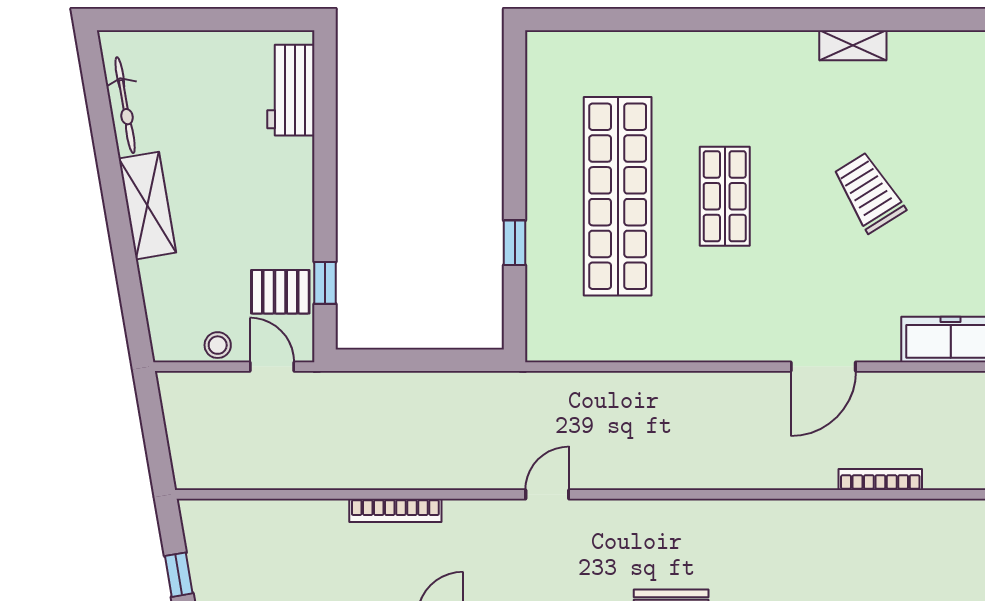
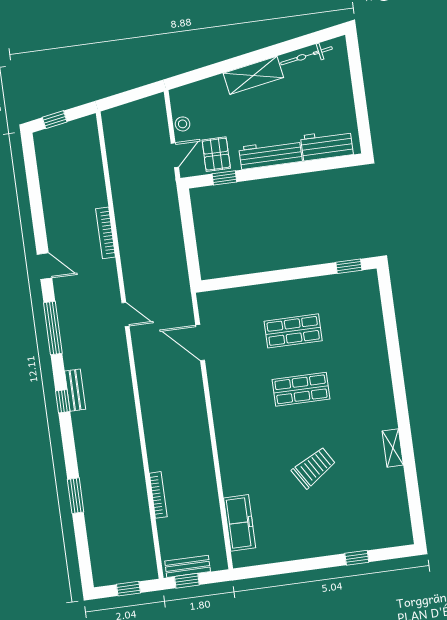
workbench: (294, 194) -> (270, 154), added
shop shelf: (618, 196) -> (293, 331), width x0.50, depth x0.74
window: (515, 243) -> (349, 266), moved
door: (823, 367) -> (200, 343), moved

